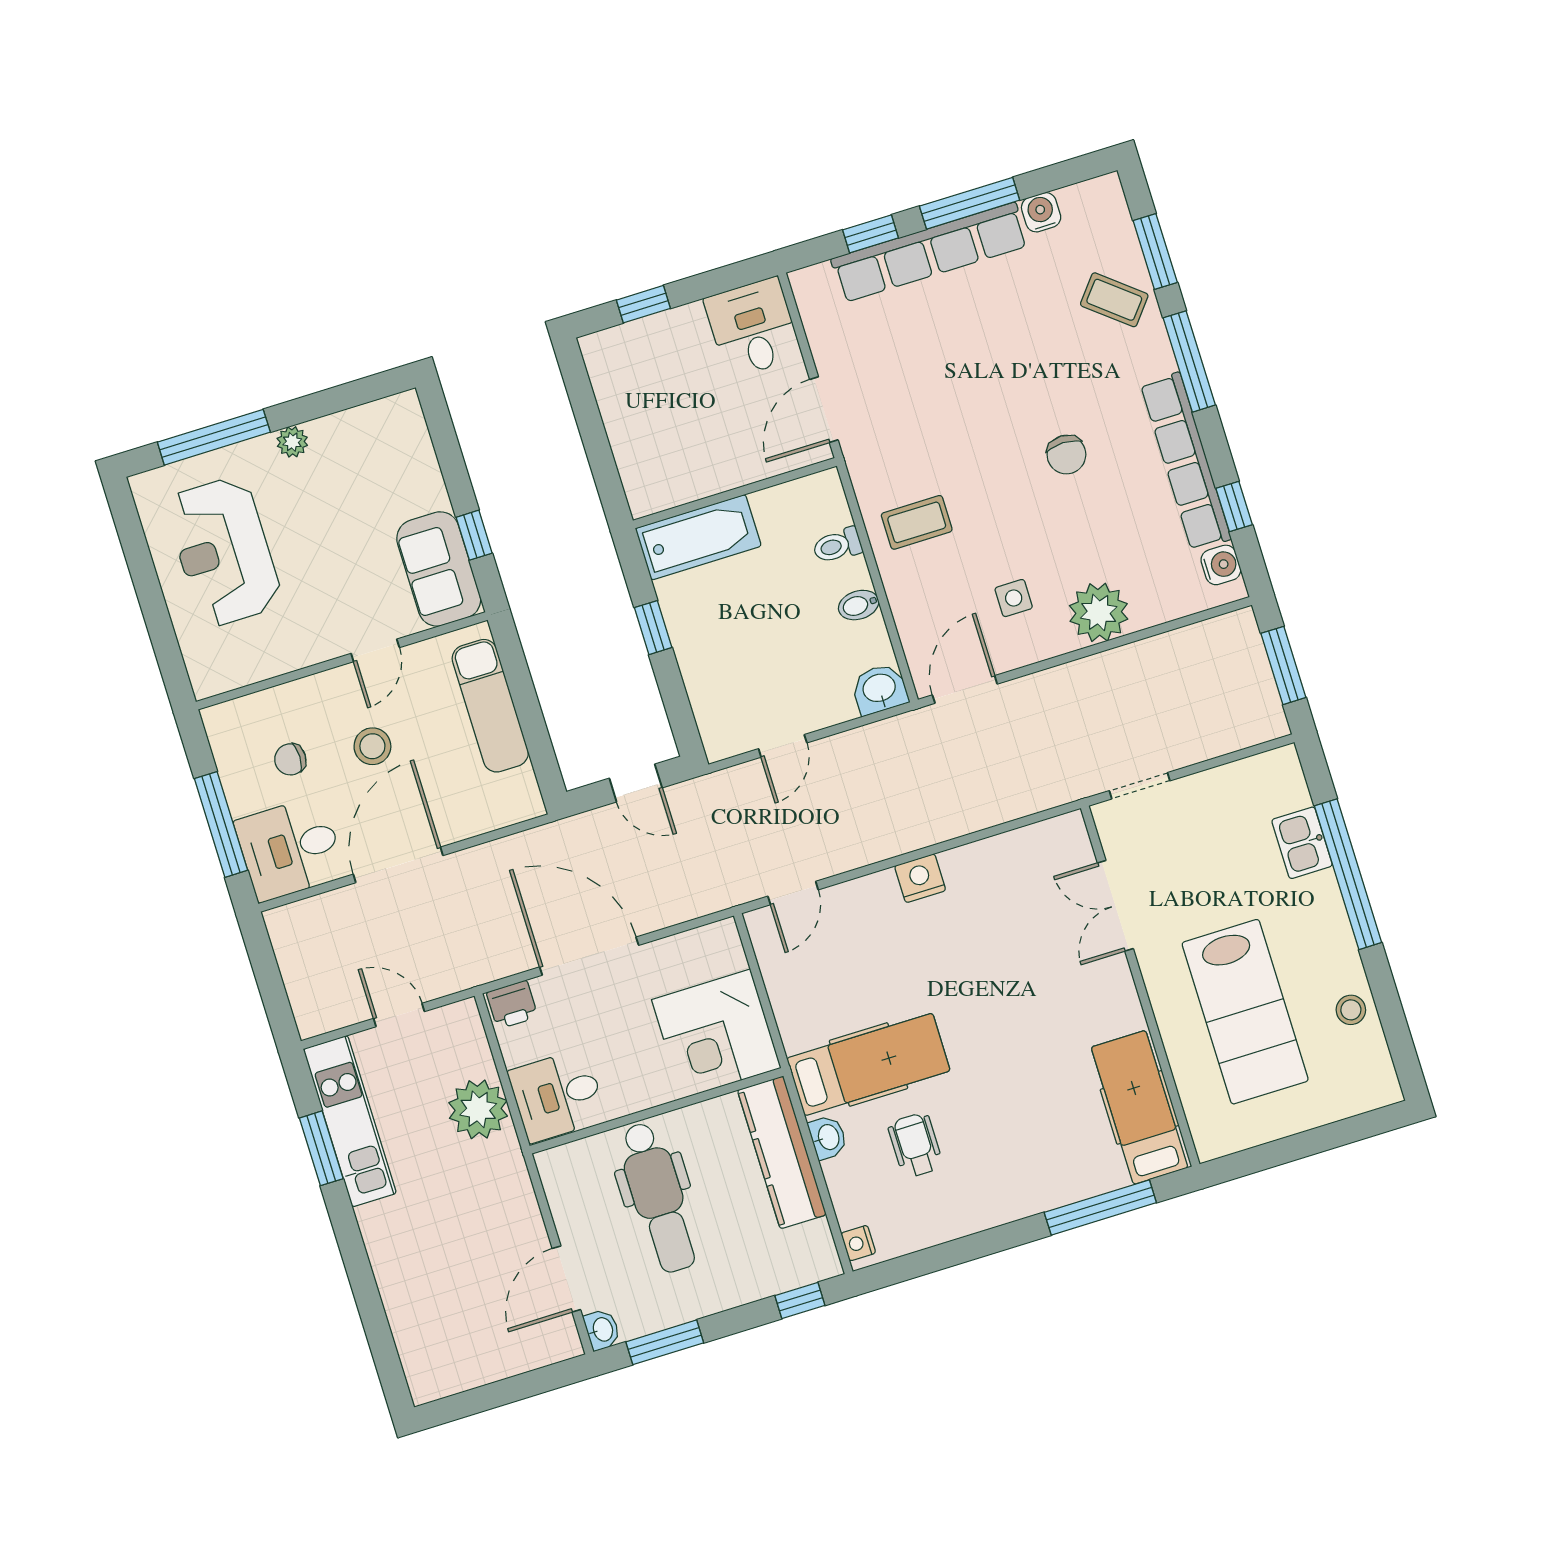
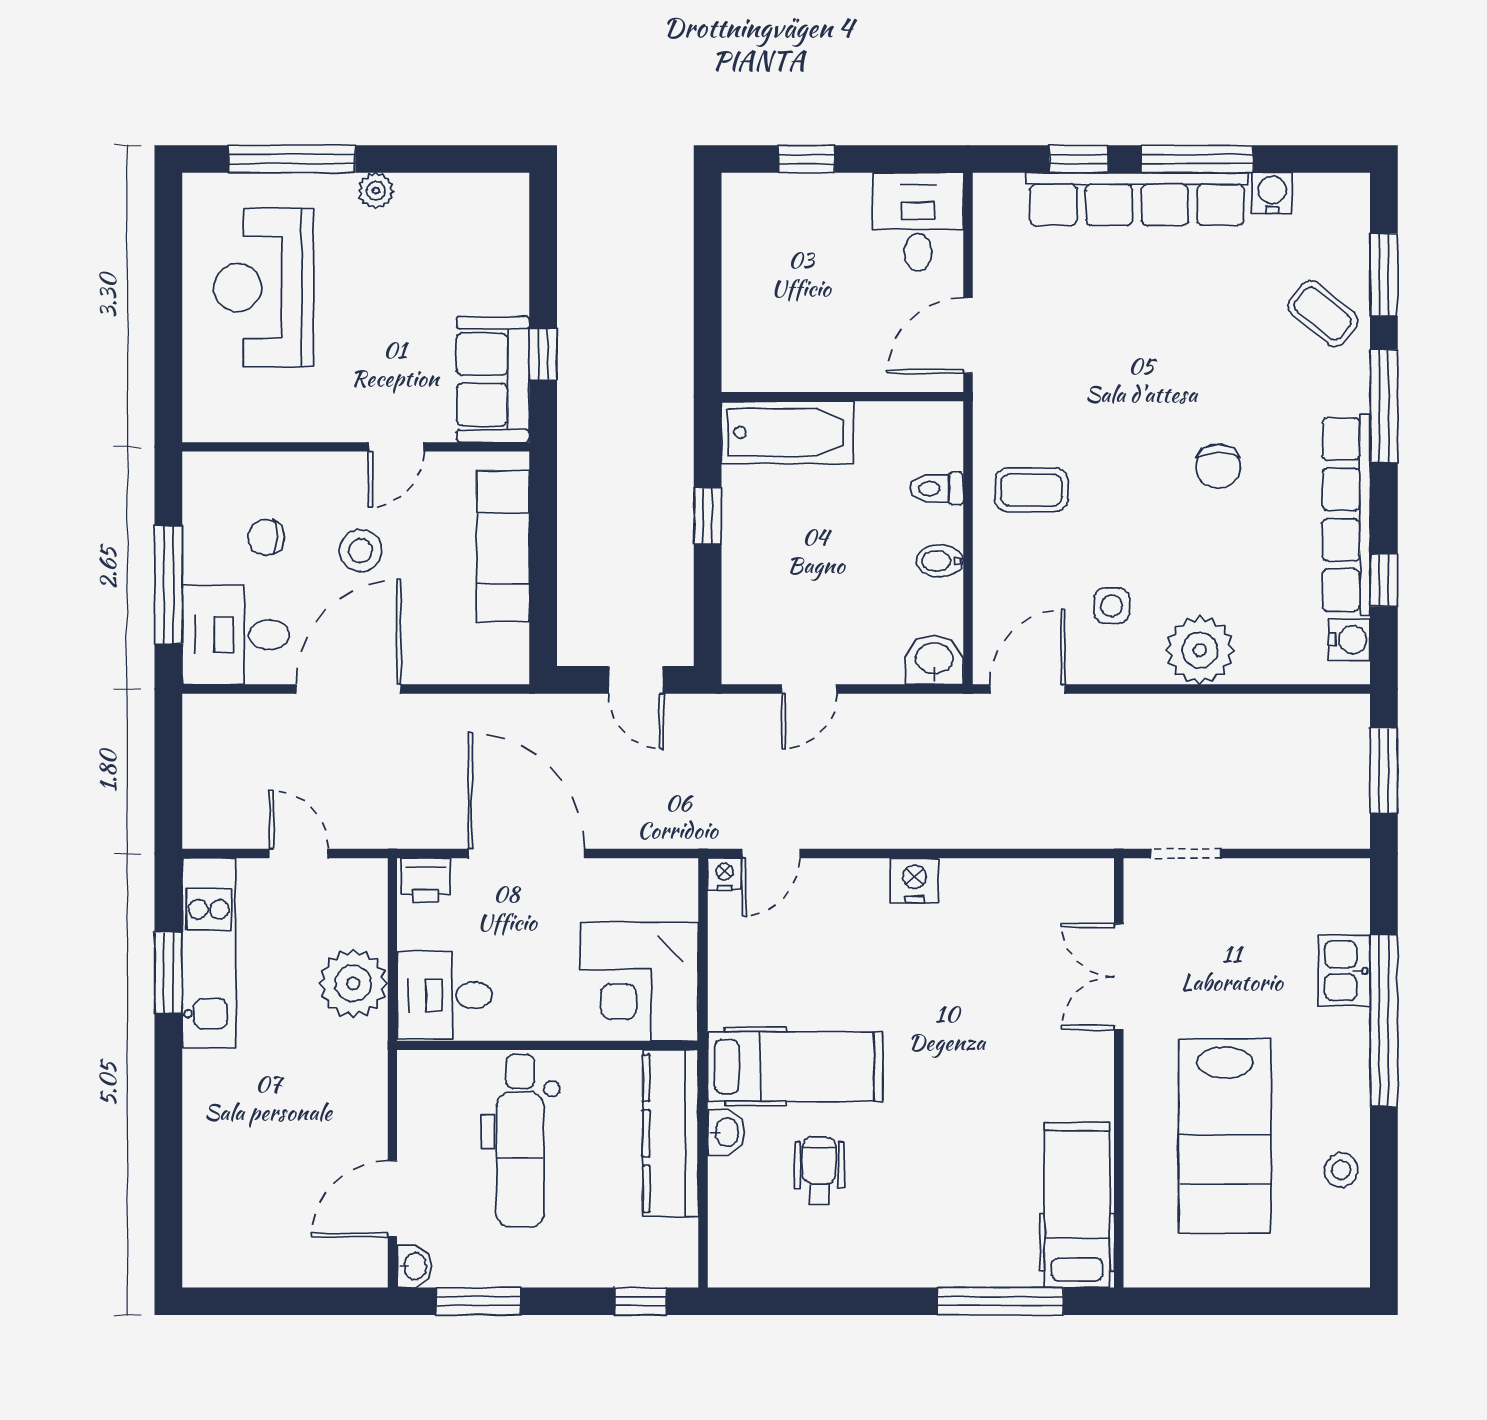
nightstand: (858, 1243) -> (725, 874), moved, turned 90

